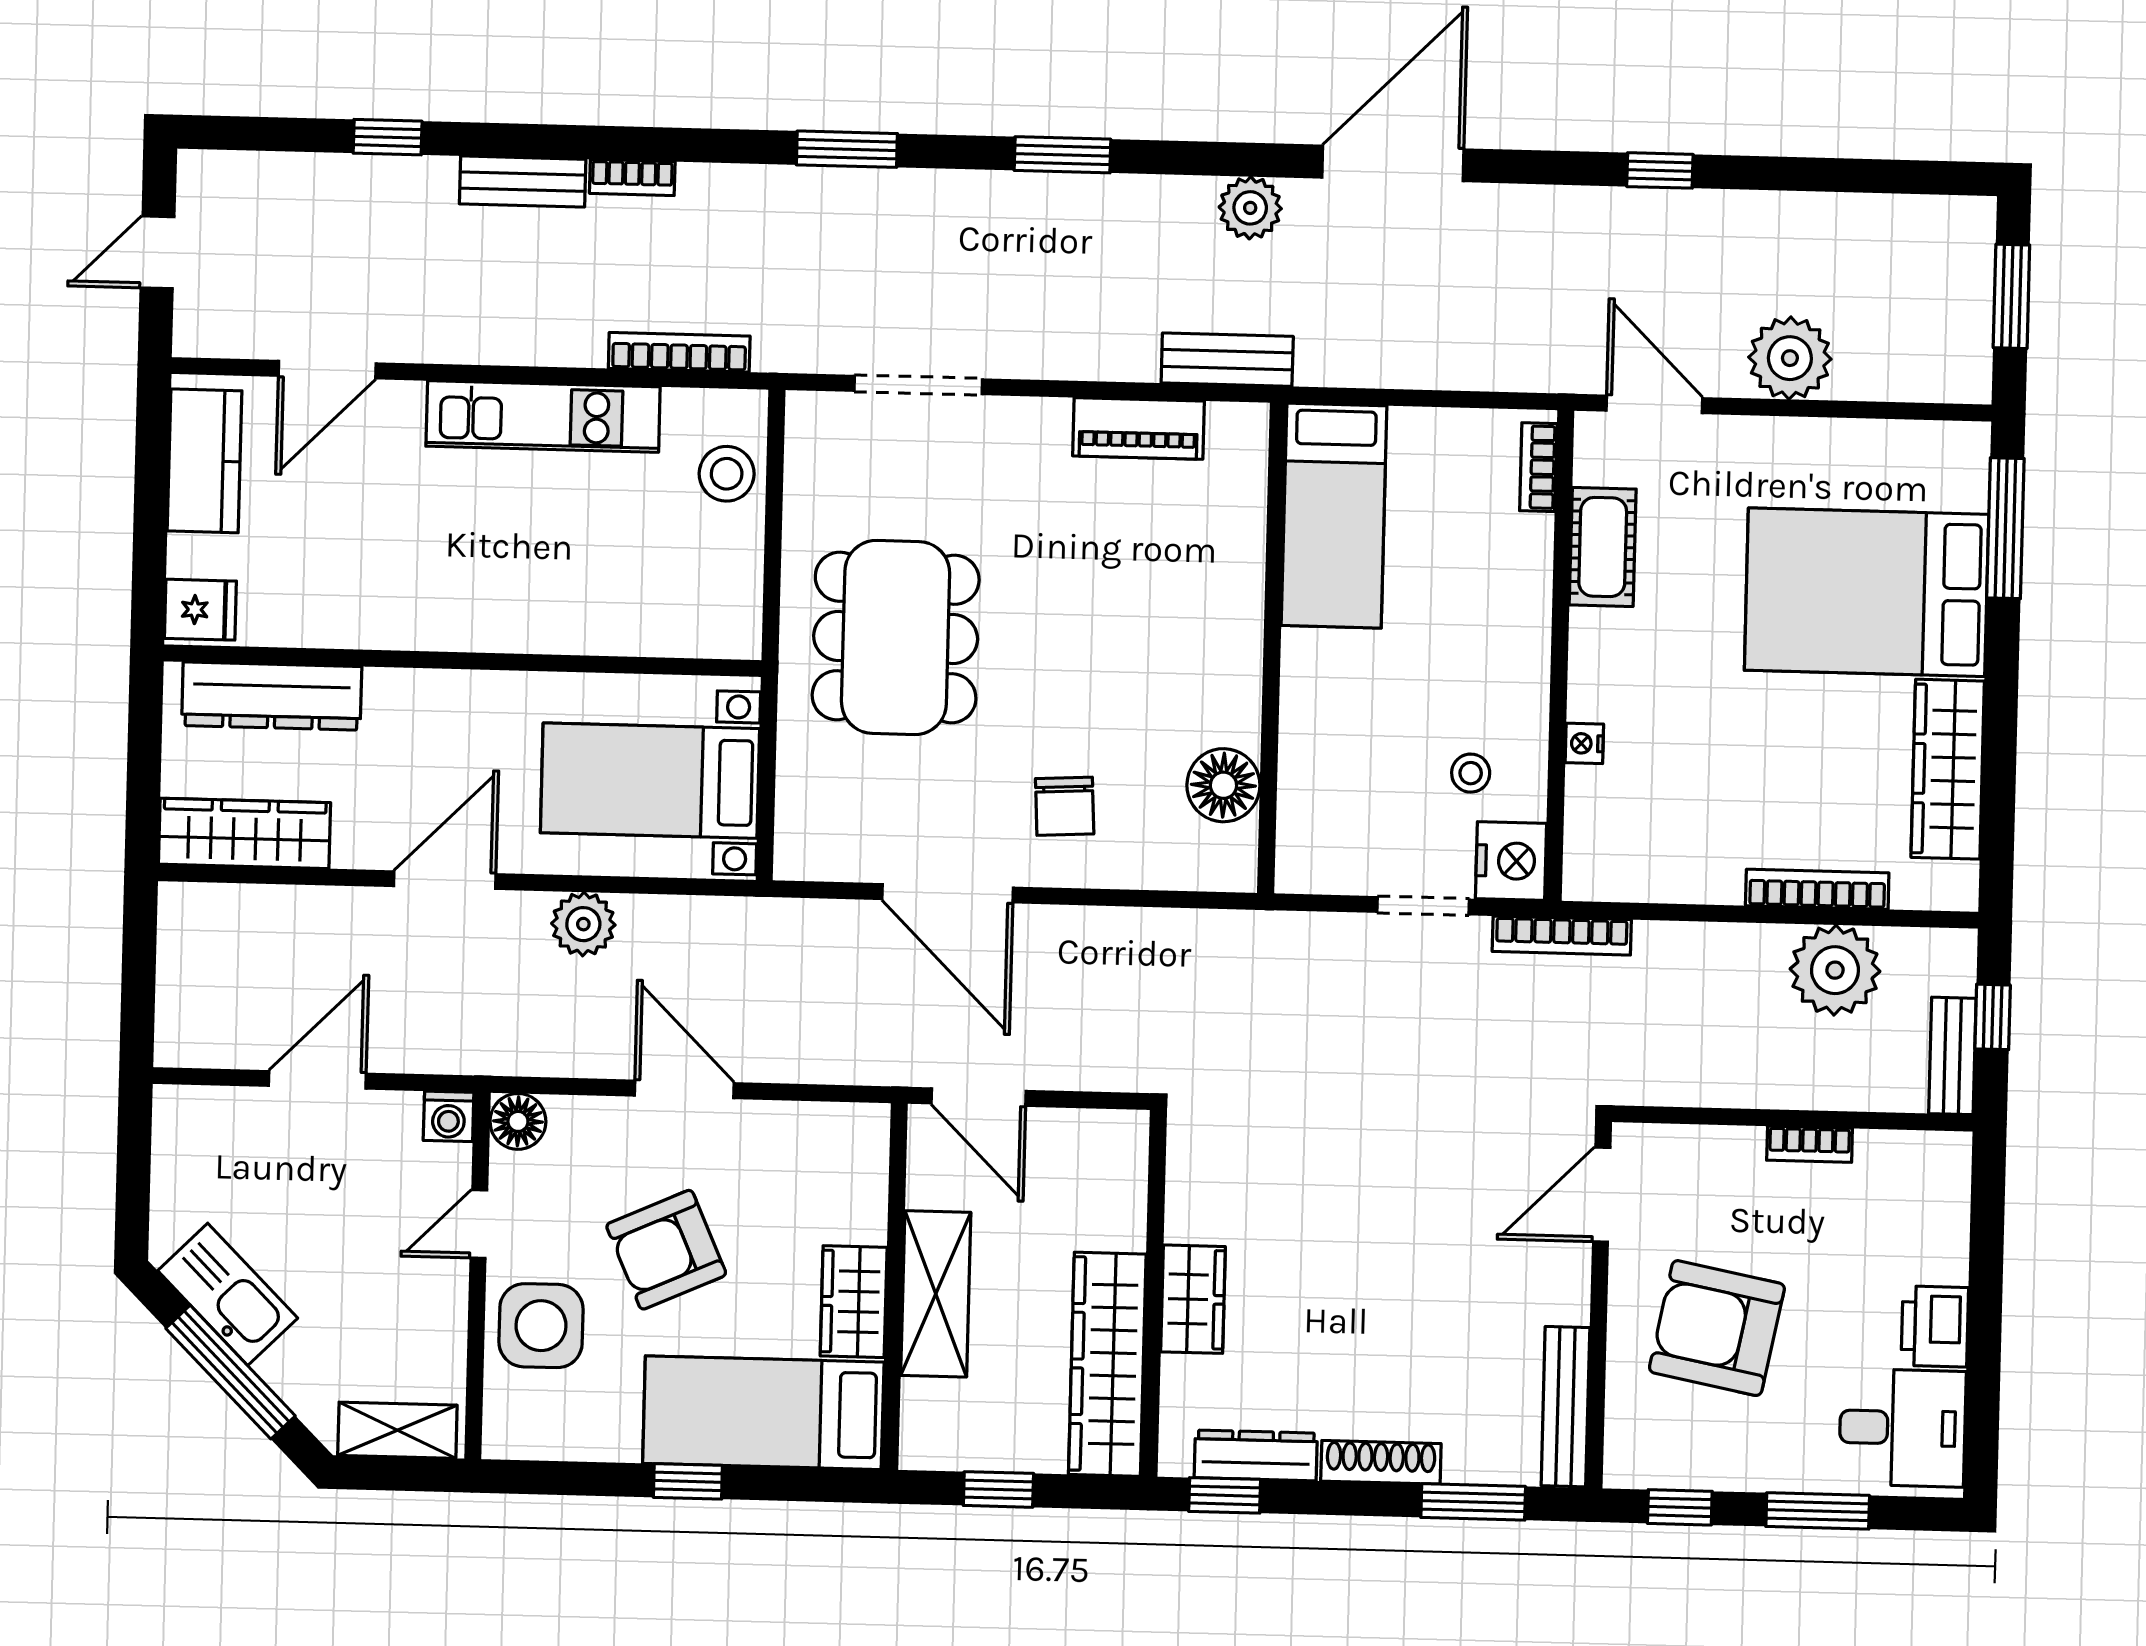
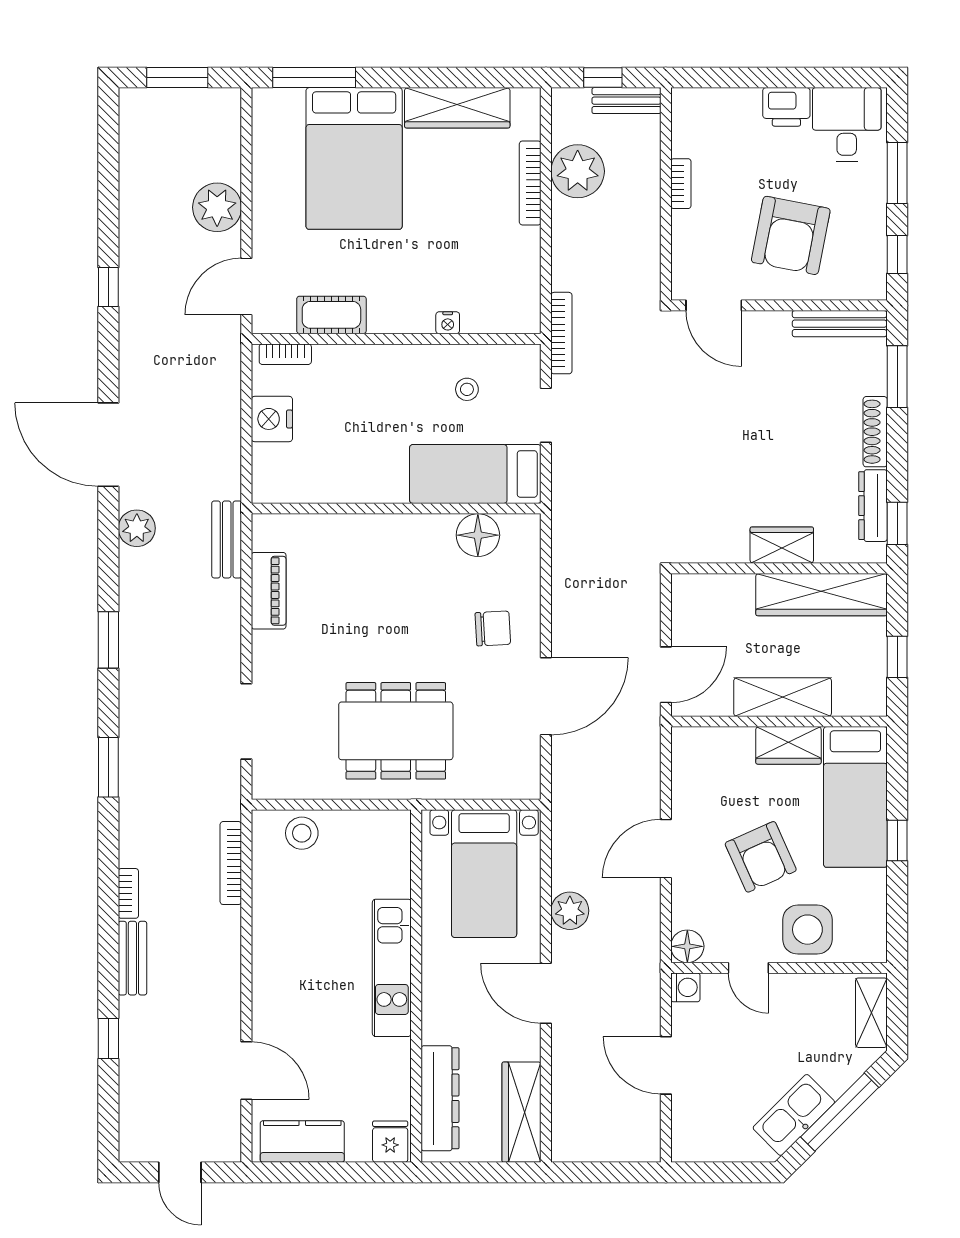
kitchen unit: (543, 416) -> (392, 968), moved, turned 180
bed: (1334, 516) -> (475, 474), moved, turned 180
nightstand: (1511, 861) -> (272, 419), moved, turned -90

